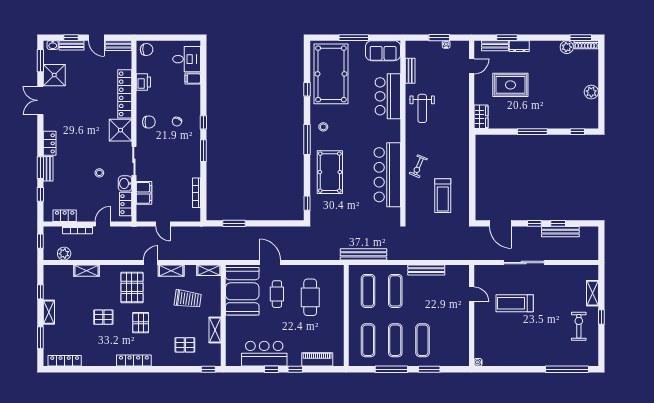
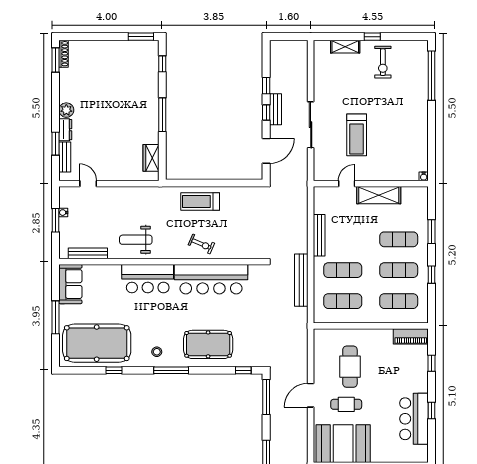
plant: (567, 47) -> (66, 110), moved
bench: (410, 71) -> (88, 253), width x1.36
rug: (510, 85) -> (109, 140), removed
plant: (591, 92) -> (117, 48), removed
bar counter: (388, 96) -> (148, 279), moved
weight bench: (422, 108) -> (136, 240), turned 180
window: (601, 113) -> (141, 37), added
wardrobe: (481, 117) -> (151, 158), moved, turned -90
treadmill: (443, 196) -> (200, 201), moved, turned 180
window: (284, 223) -> (266, 397), added
bench: (560, 232) -> (275, 109), moved, width x0.73
bench: (364, 254) -> (301, 280), moved
door: (270, 263) -> (311, 395), moved
cafe table: (310, 297) -> (350, 367), turned 90
shelving: (461, 323) -> (379, 195), added
exercise bike: (579, 326) -> (383, 62), turned -90
piano: (317, 359) -> (411, 336), moved, turned -90
window: (295, 369) -> (432, 363), moved
window: (391, 369) -> (432, 275), width x0.46

